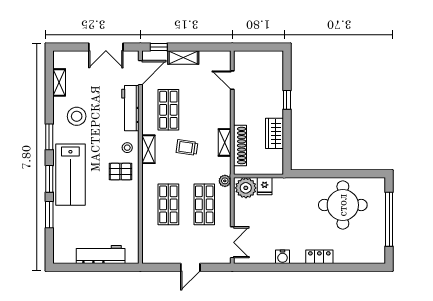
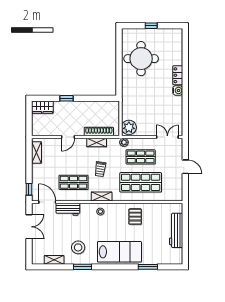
shelving: (183, 58) -> (36, 153), moved
door: (232, 80) -> (68, 137), moved
workbench: (130, 108) -> (68, 209), width x0.73
wardrobe: (274, 133) -> (42, 107), moved
window: (49, 137) -> (83, 267), moved
pallet: (120, 172) -> (135, 217), moved
window: (49, 179) -> (123, 267), removed
fridge: (265, 186) -> (128, 114), removed
shop shelf: (168, 204) -> (141, 182), width x1.43, depth x1.36
window: (389, 219) -> (151, 26), width x0.32
water cooler: (283, 257) -> (178, 90), moved

